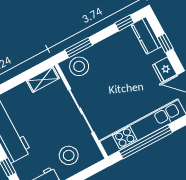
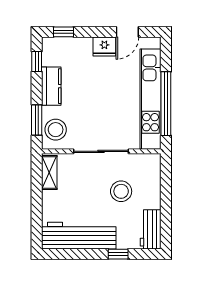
kitchen counter: (146, 35) -> (51, 86), moved, turned -90
window: (165, 43) -> (64, 32), moved
stool: (69, 155) -> (121, 191), moved

